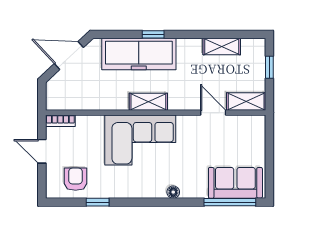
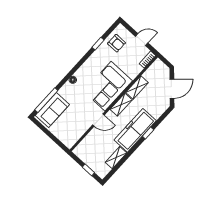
freezer: (139, 54) -> (135, 130), moved
shelving: (246, 102) -> (137, 88), moved
door: (213, 113) -> (98, 120), moved

